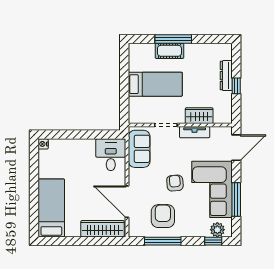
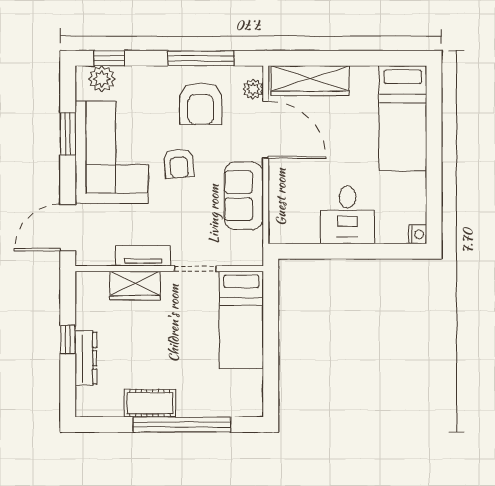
window: (173, 39) -> (182, 424), width x1.46
cot: (169, 51) -> (150, 403), moved
bed: (155, 84) -> (241, 320), moved, turned -90
sofa: (139, 149) -> (244, 196), moved
desk: (111, 155) -> (347, 215), moved
window: (236, 200) -> (68, 134), width x0.69
plant: (134, 224) -> (253, 89), added

